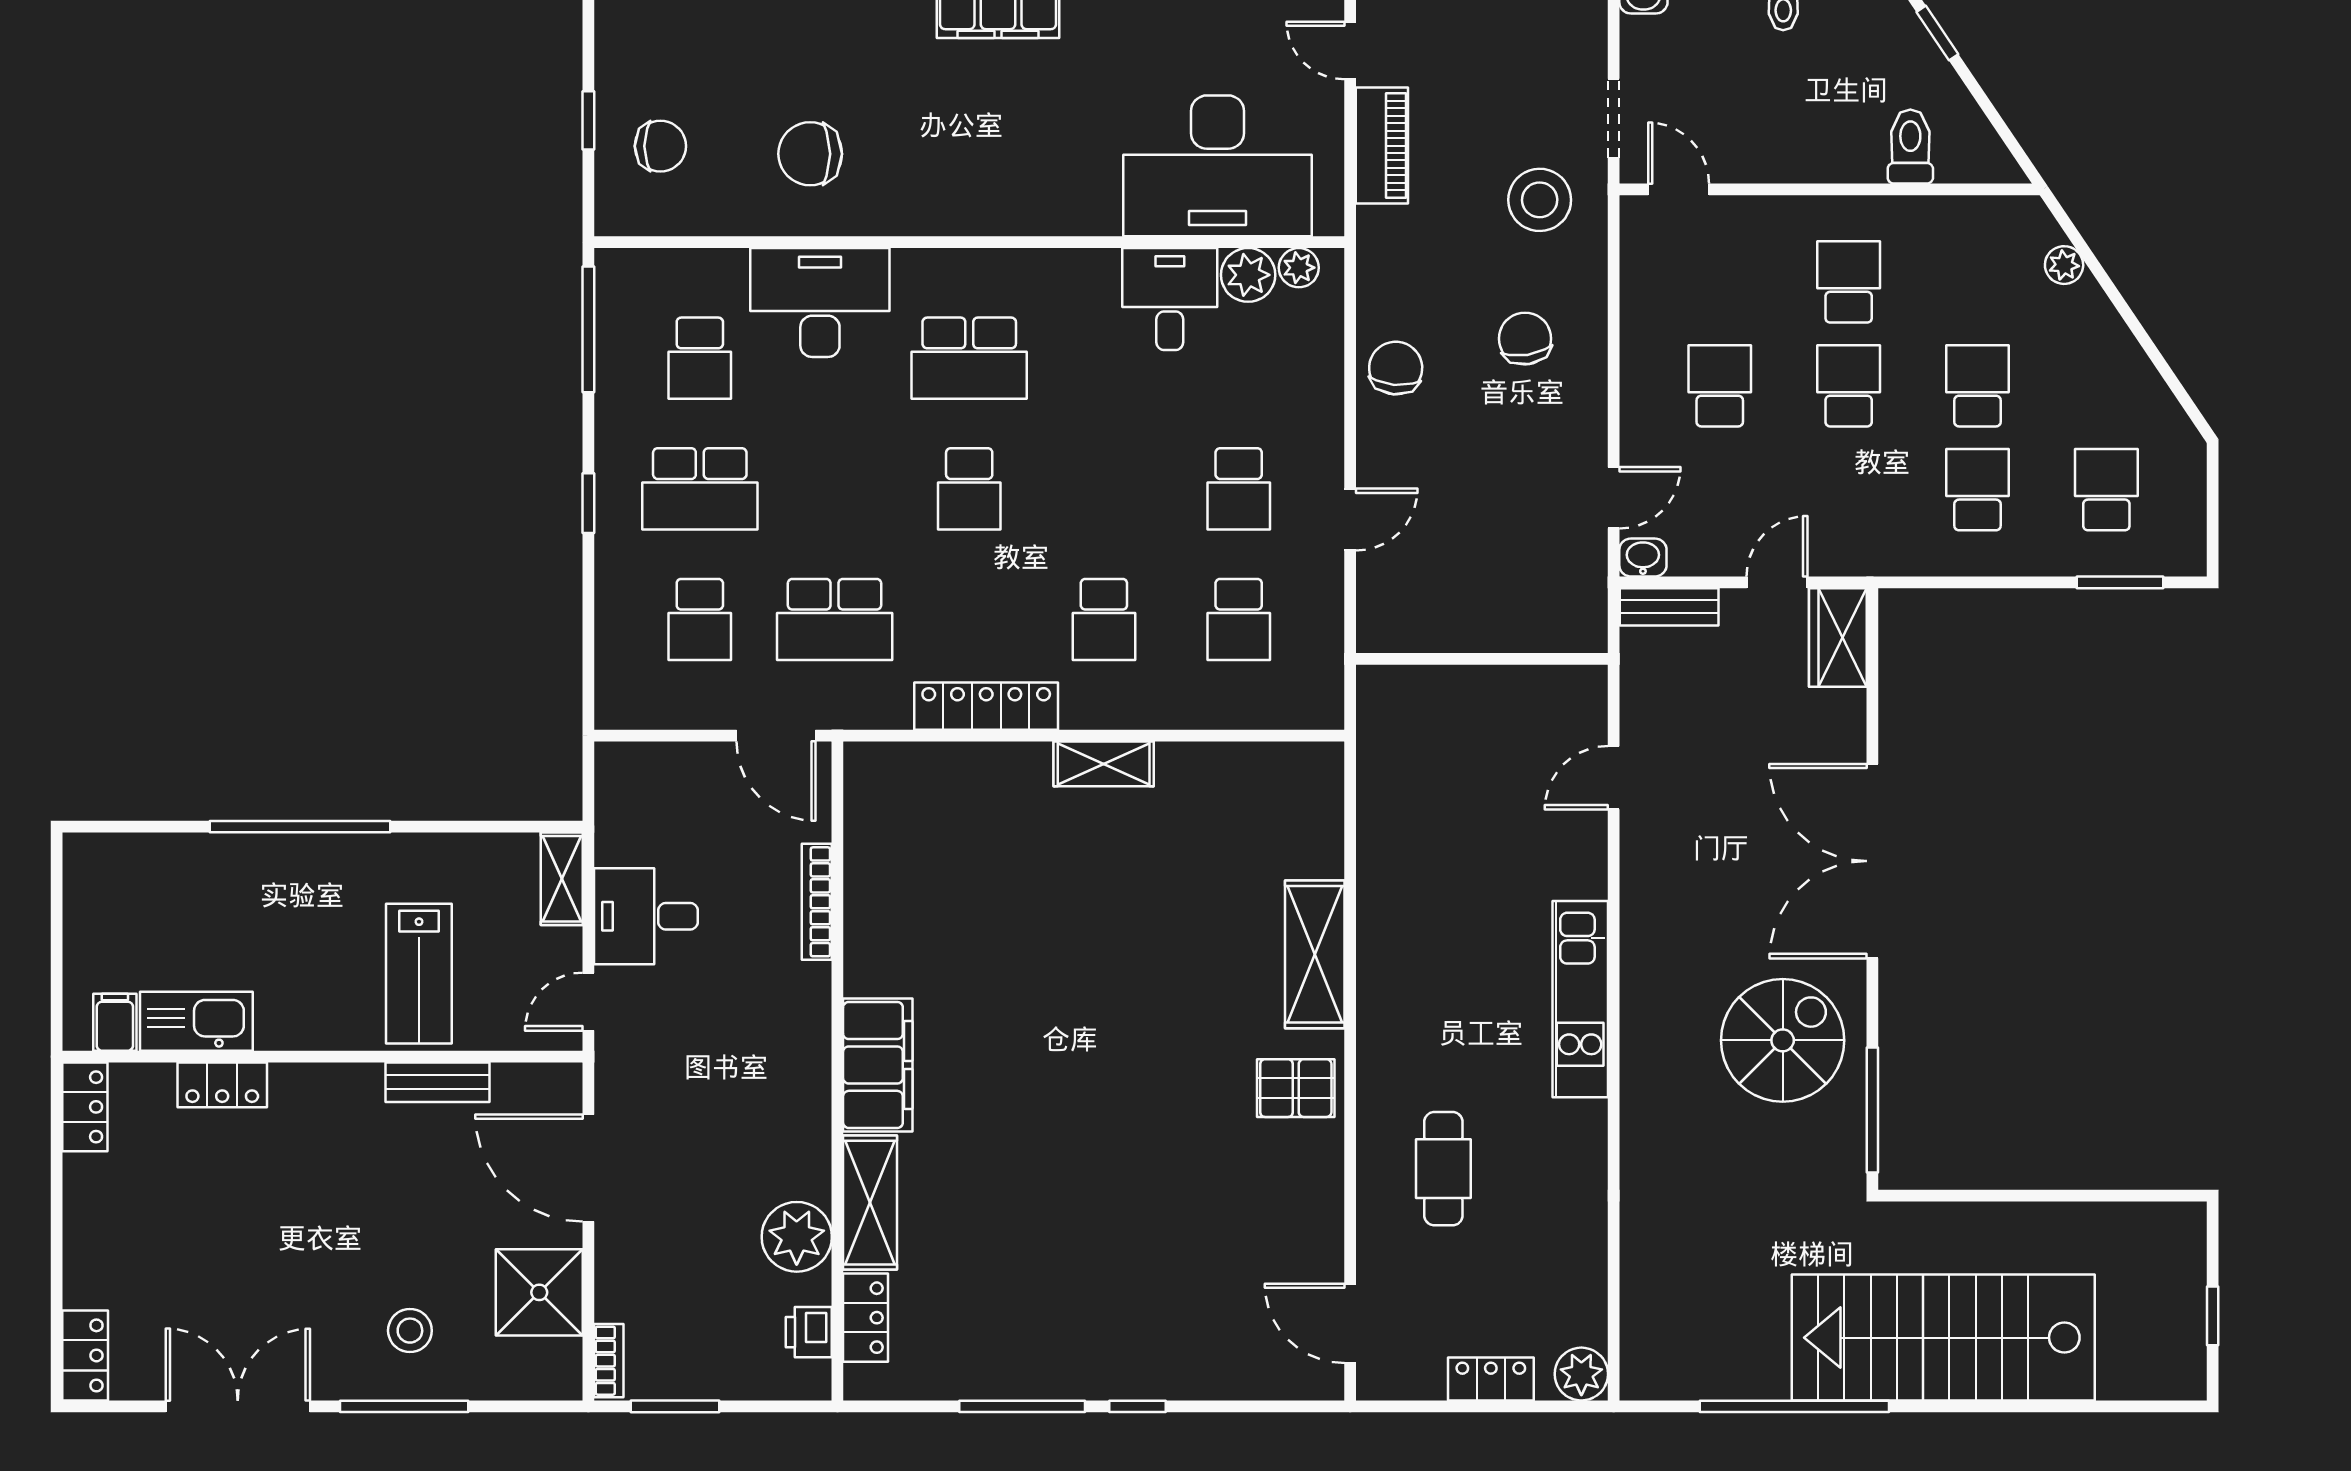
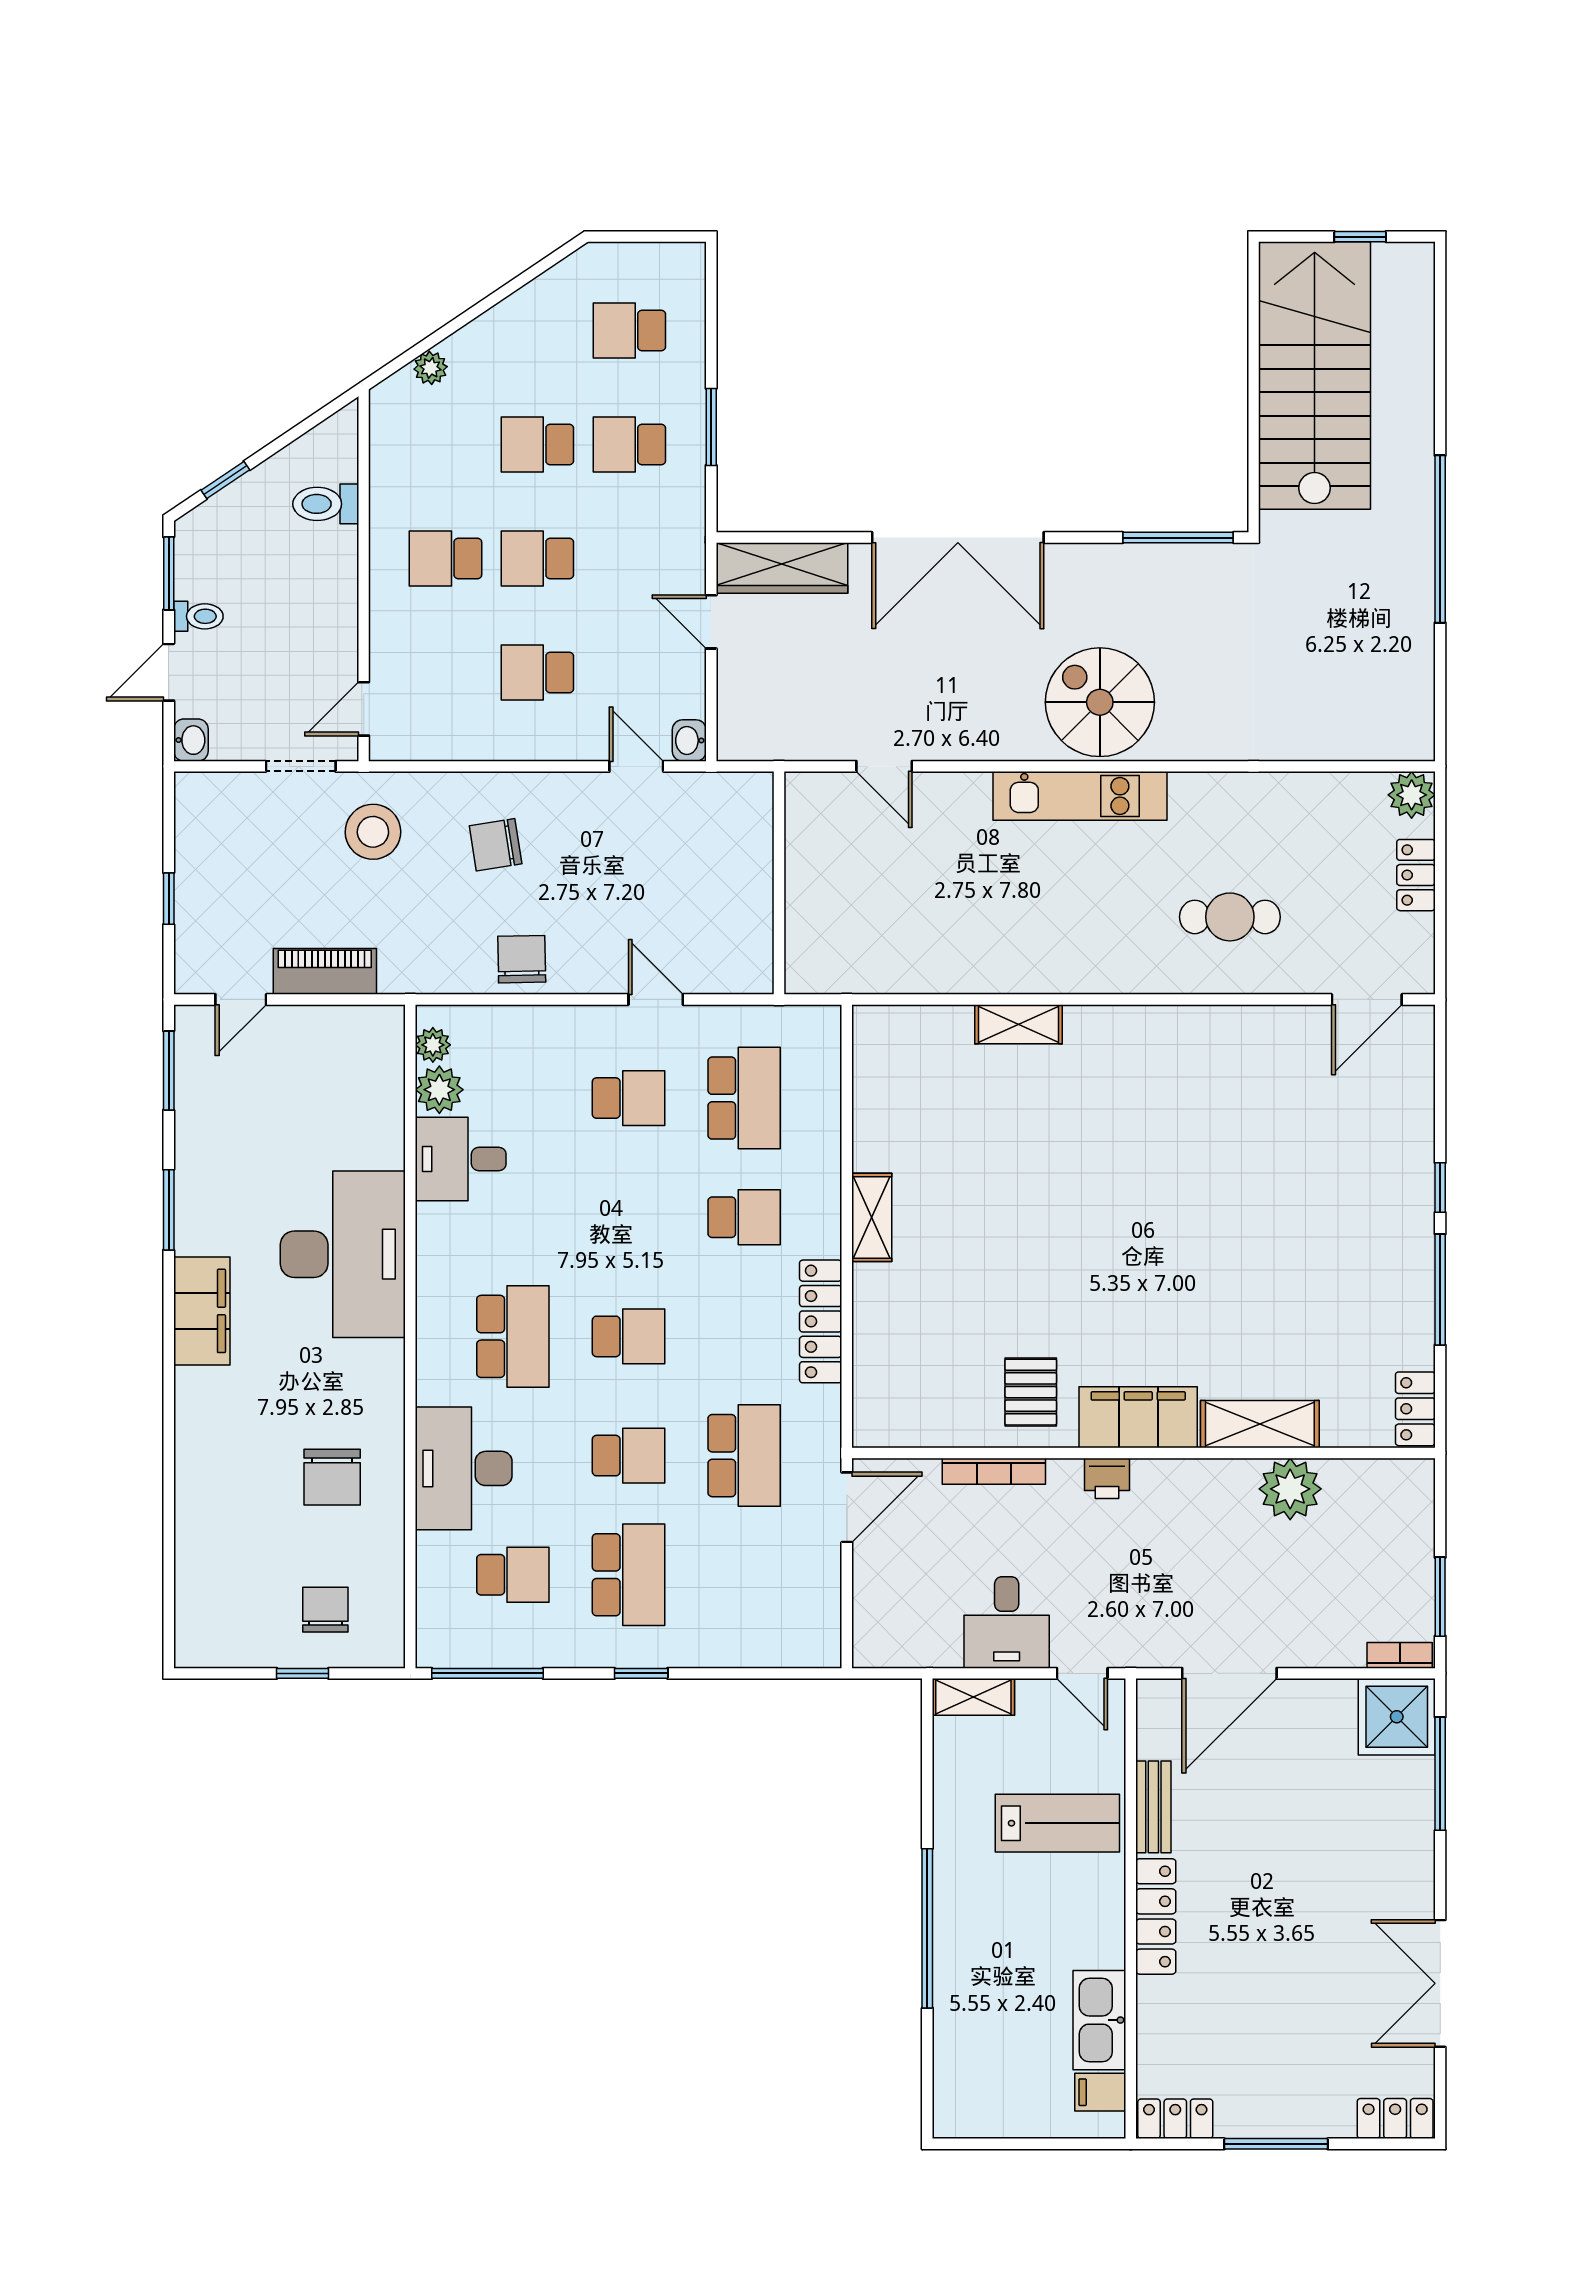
desk: (1218, 166) -> (343, 1254), moved
chair: (1396, 368) -> (522, 959), turned 84
window: (2120, 582) -> (711, 427), moved
bench: (1669, 607) -> (733, 717), removed
school desk: (700, 619) -> (629, 1456), moved
school desk: (1239, 619) -> (744, 1098), width x1.85
wardrobe: (1838, 638) -> (782, 568), width x1.50
shelving: (1315, 954) -> (1018, 1024), width x0.67, depth x0.75
spiral stairs: (1783, 1040) -> (1100, 702), moved
locker: (222, 1085) -> (1156, 1916), moved, width x1.53
pallet: (1296, 1088) -> (1031, 1392), moved
window: (57, 1221) -> (1276, 2144), added
shower: (539, 1292) -> (1397, 1717), moved
locker: (866, 1318) -> (1415, 1409), moved, turned -90
stool: (410, 1331) -> (1373, 1831), removed
printer: (809, 1332) -> (1107, 1478), moved
stairs: (1943, 1338) -> (1315, 376), moved, turned 180
window: (404, 1406) -> (1440, 1774), moved
window: (1794, 1406) -> (1440, 539), moved

